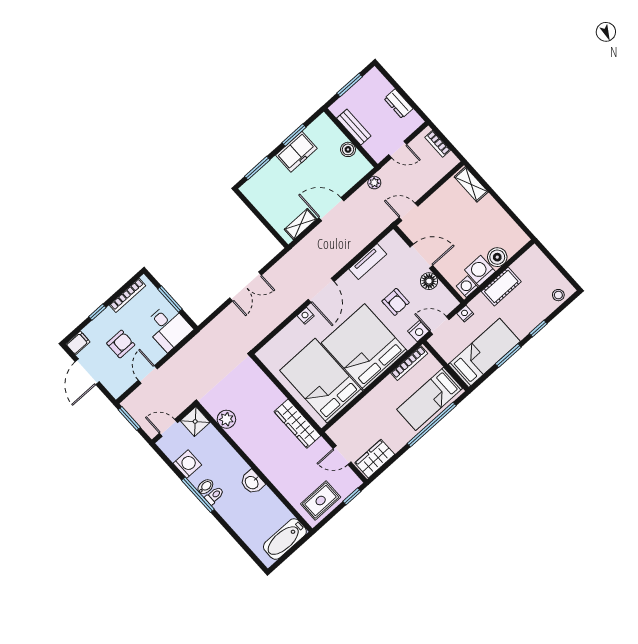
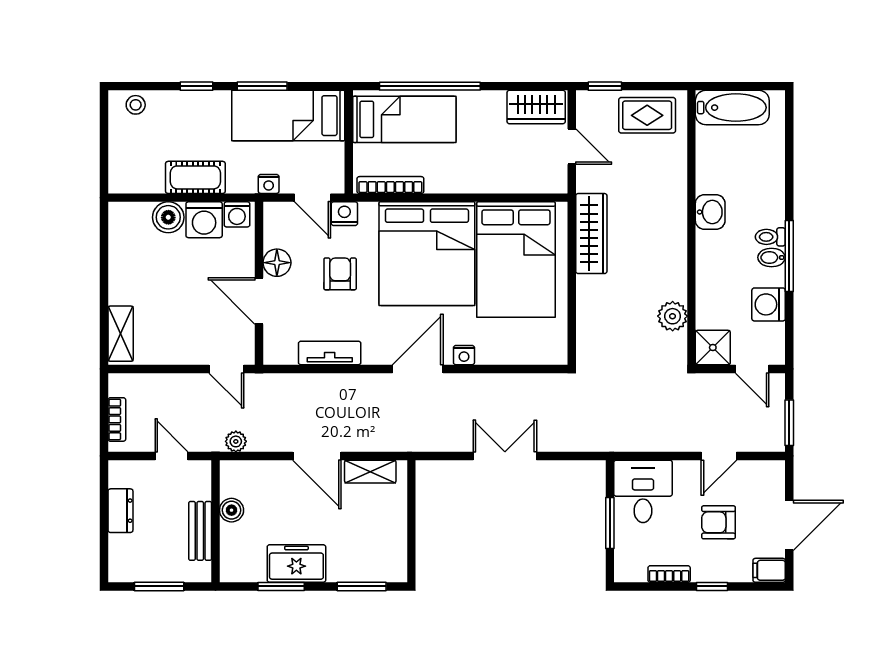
bookcase: (127, 295) -> (669, 574), width x0.64

